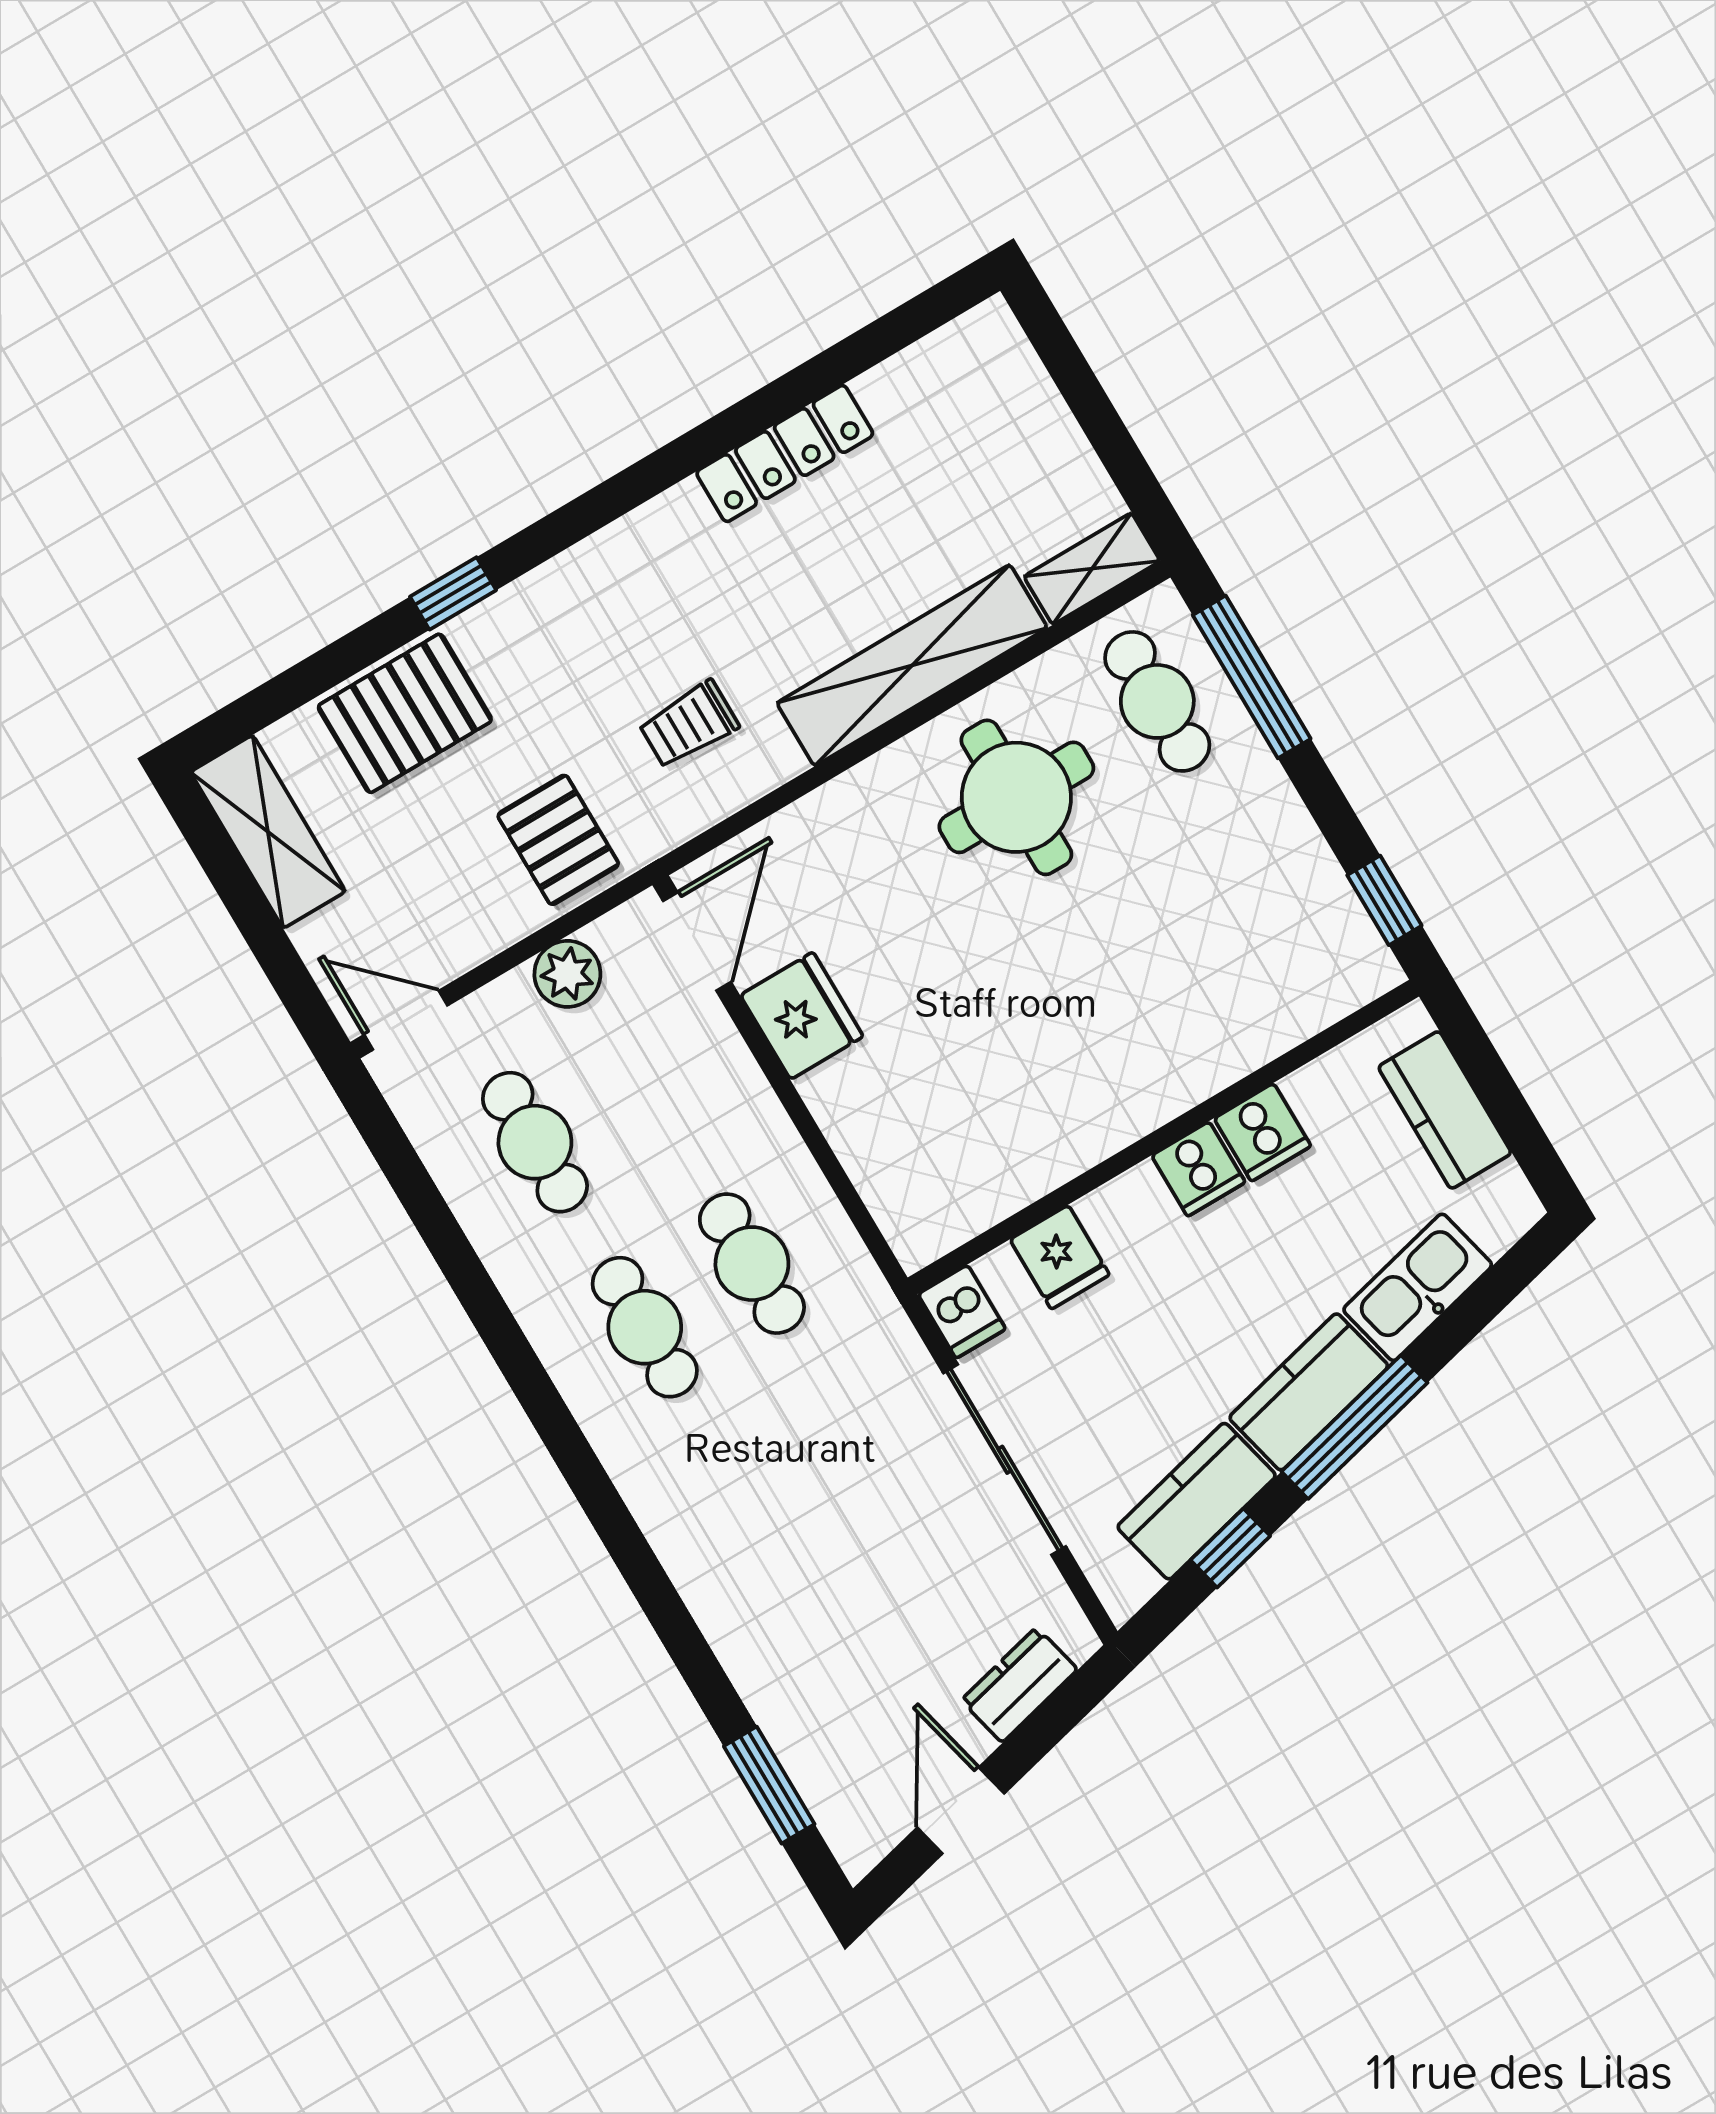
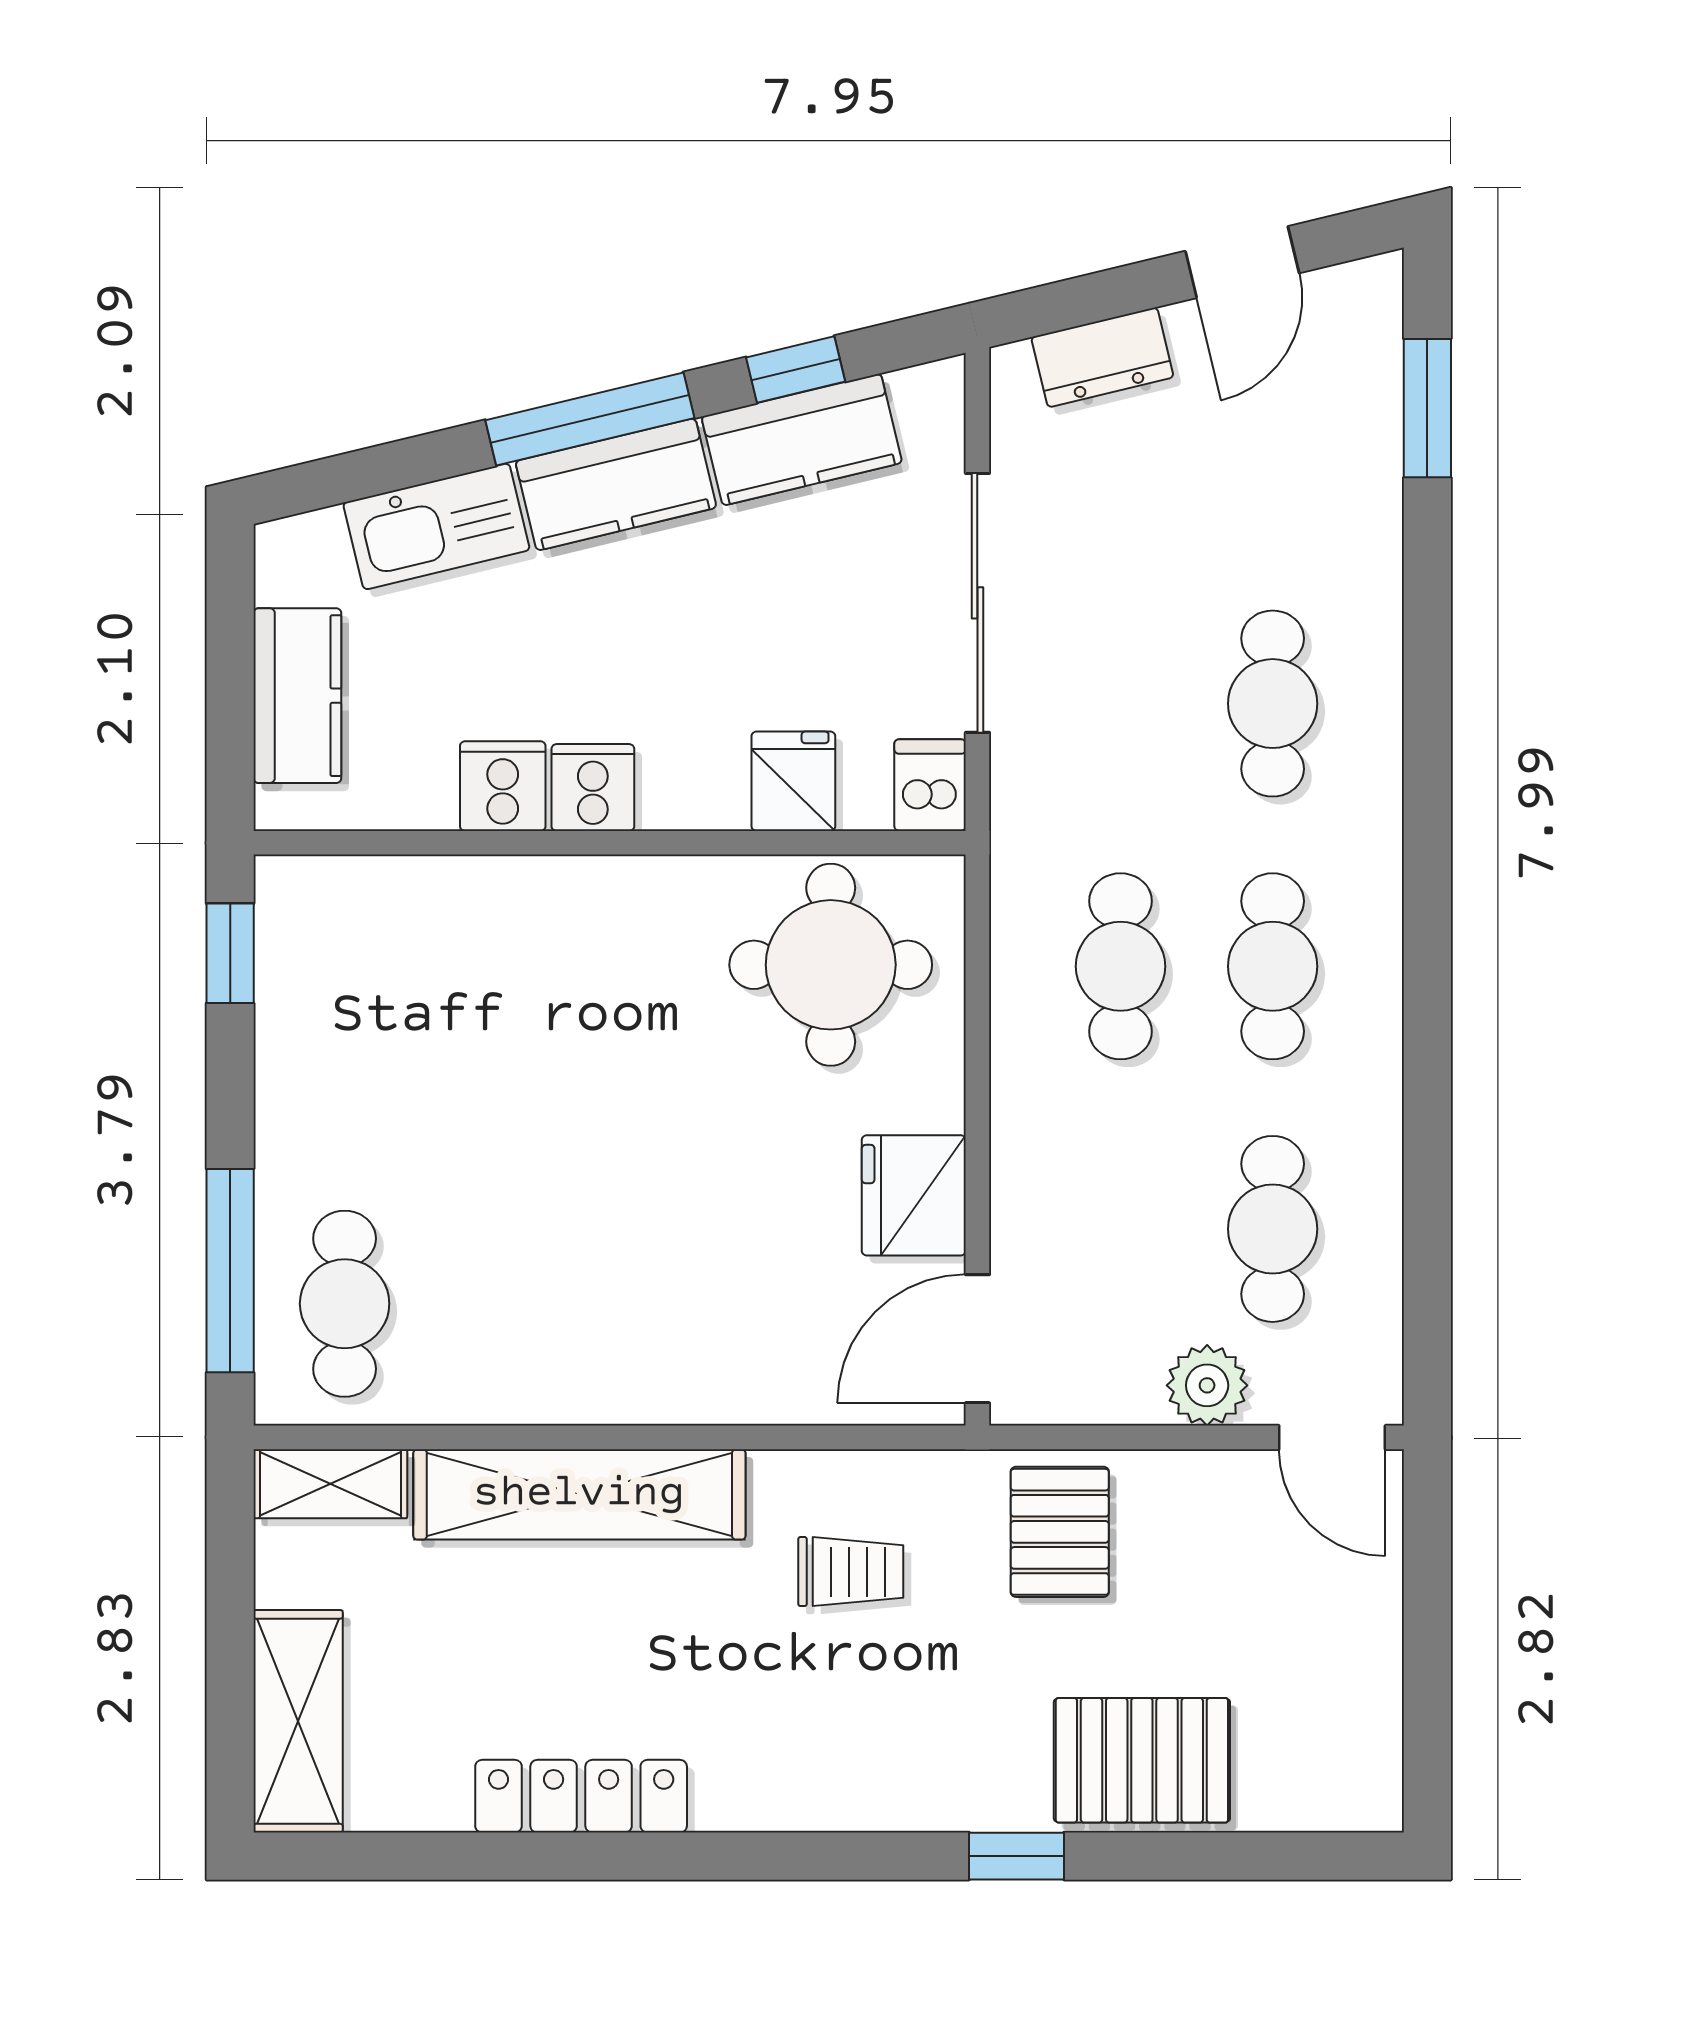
round table: (1016, 797) -> (831, 965), moved
shelving: (268, 832) -> (298, 1721), moved
plant: (567, 974) -> (1207, 1385), moved
cafe table: (755, 1512) -> (1273, 704), added

